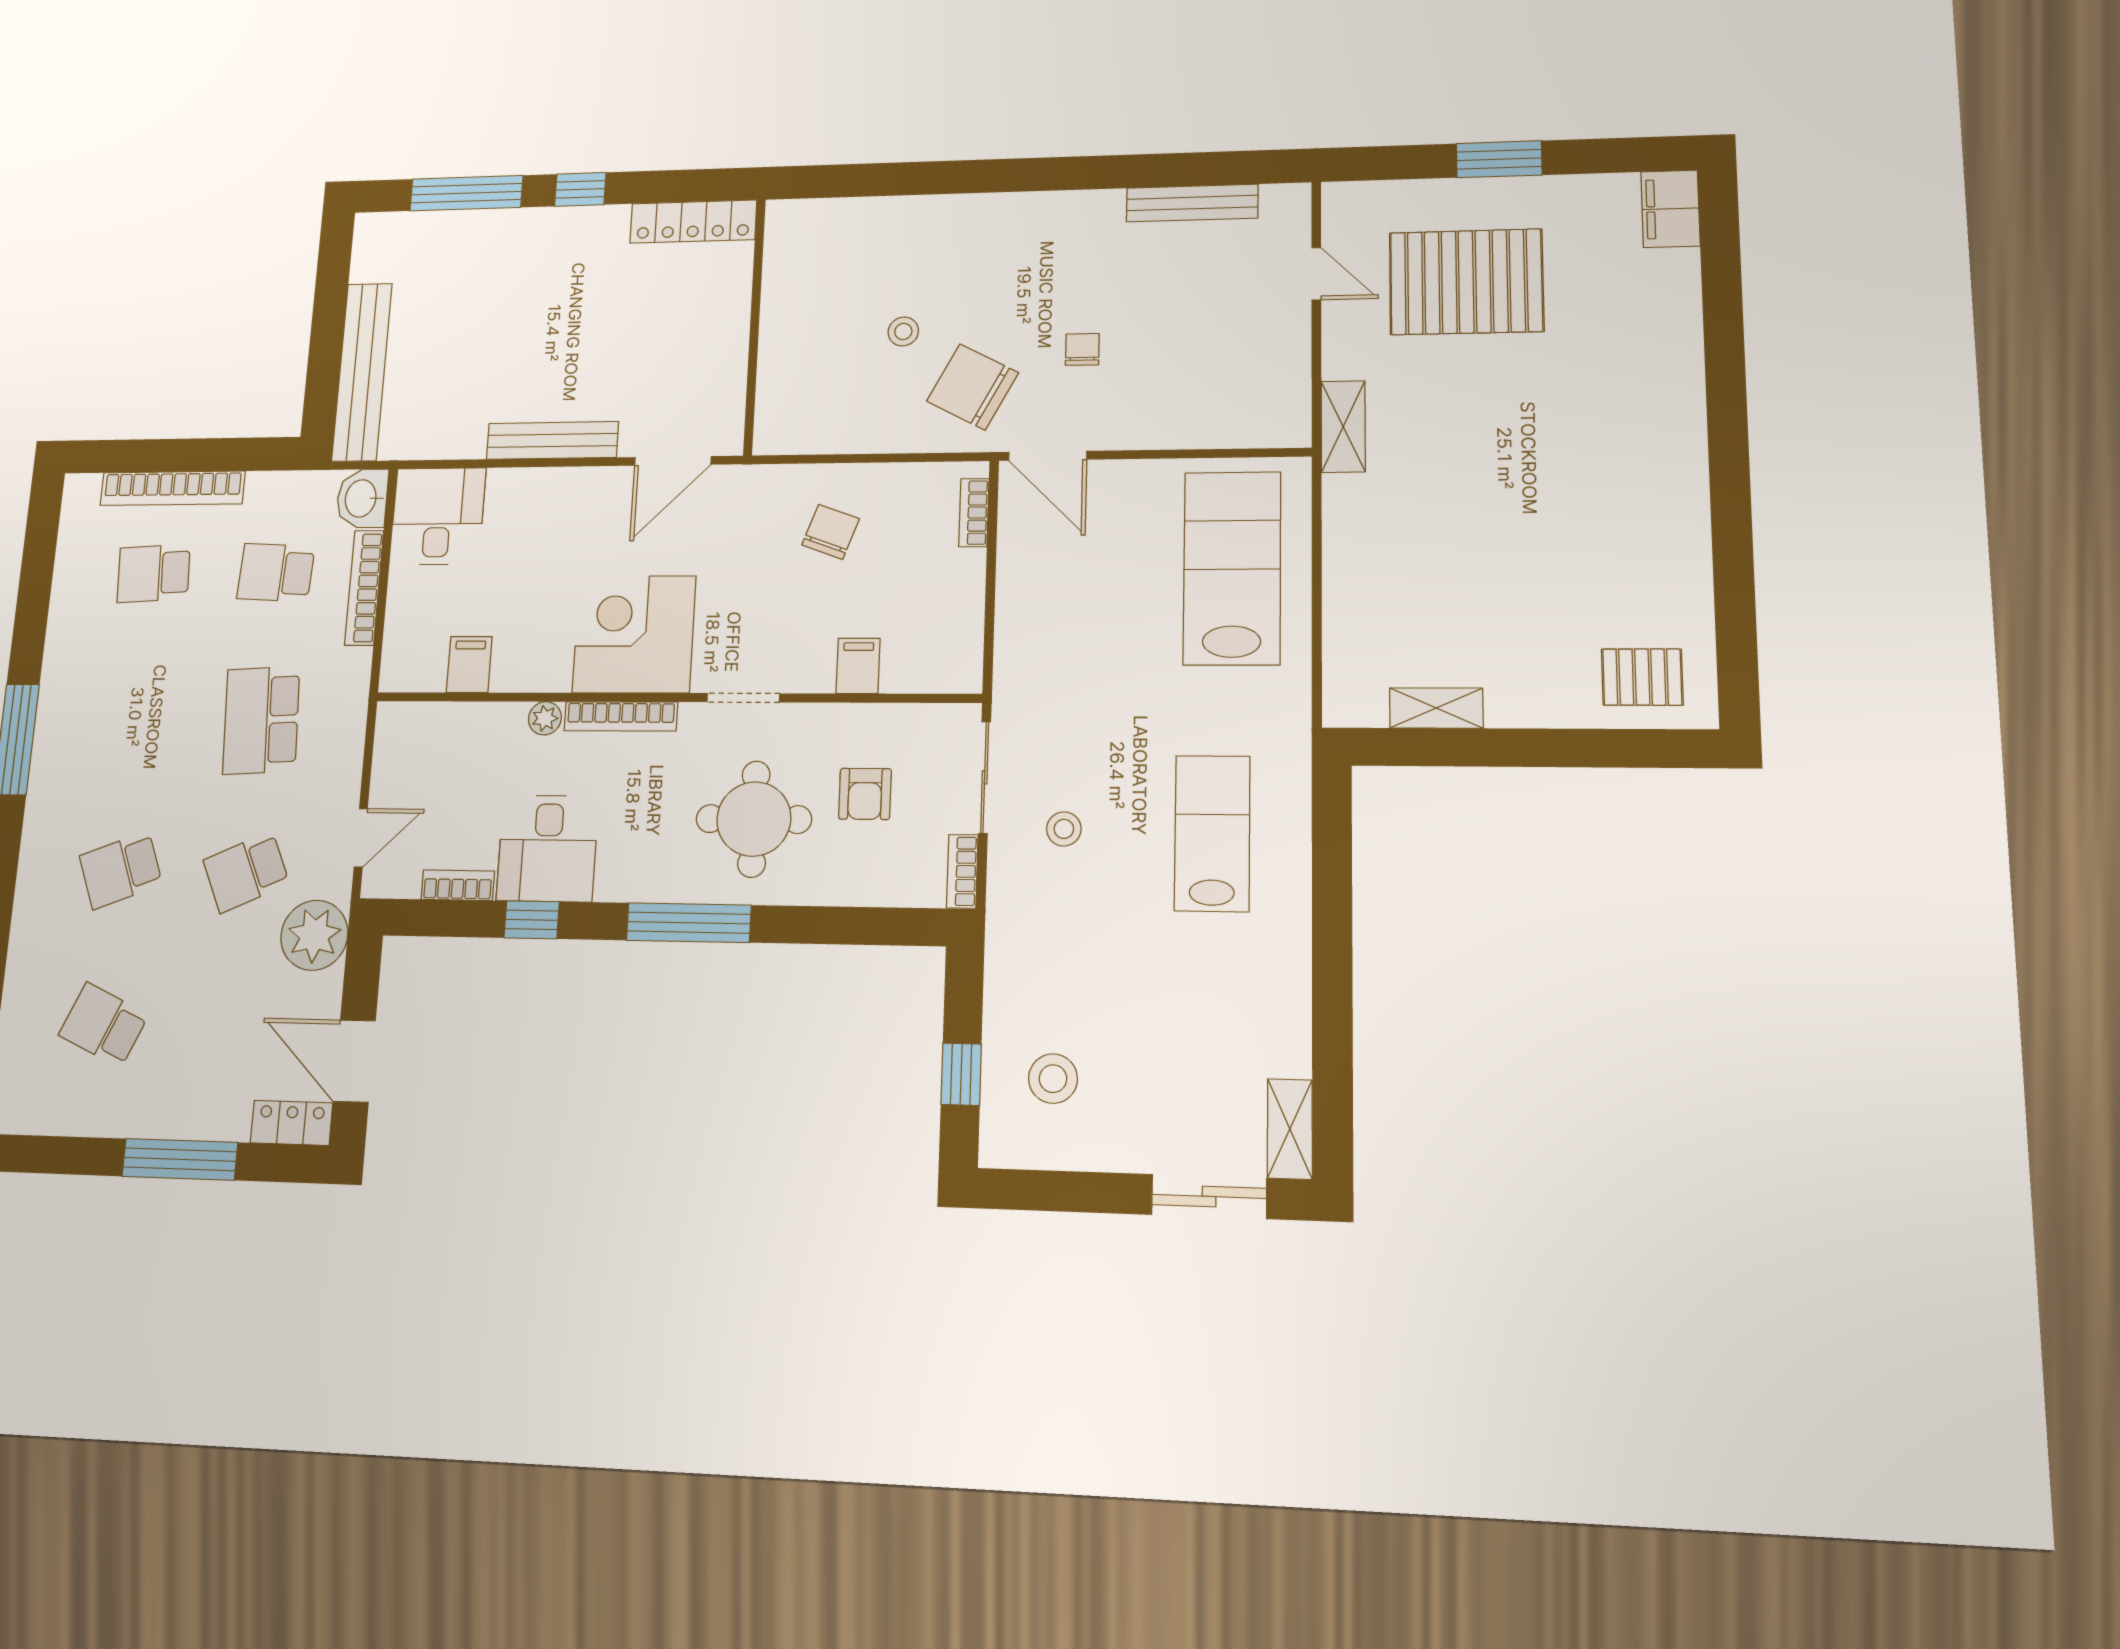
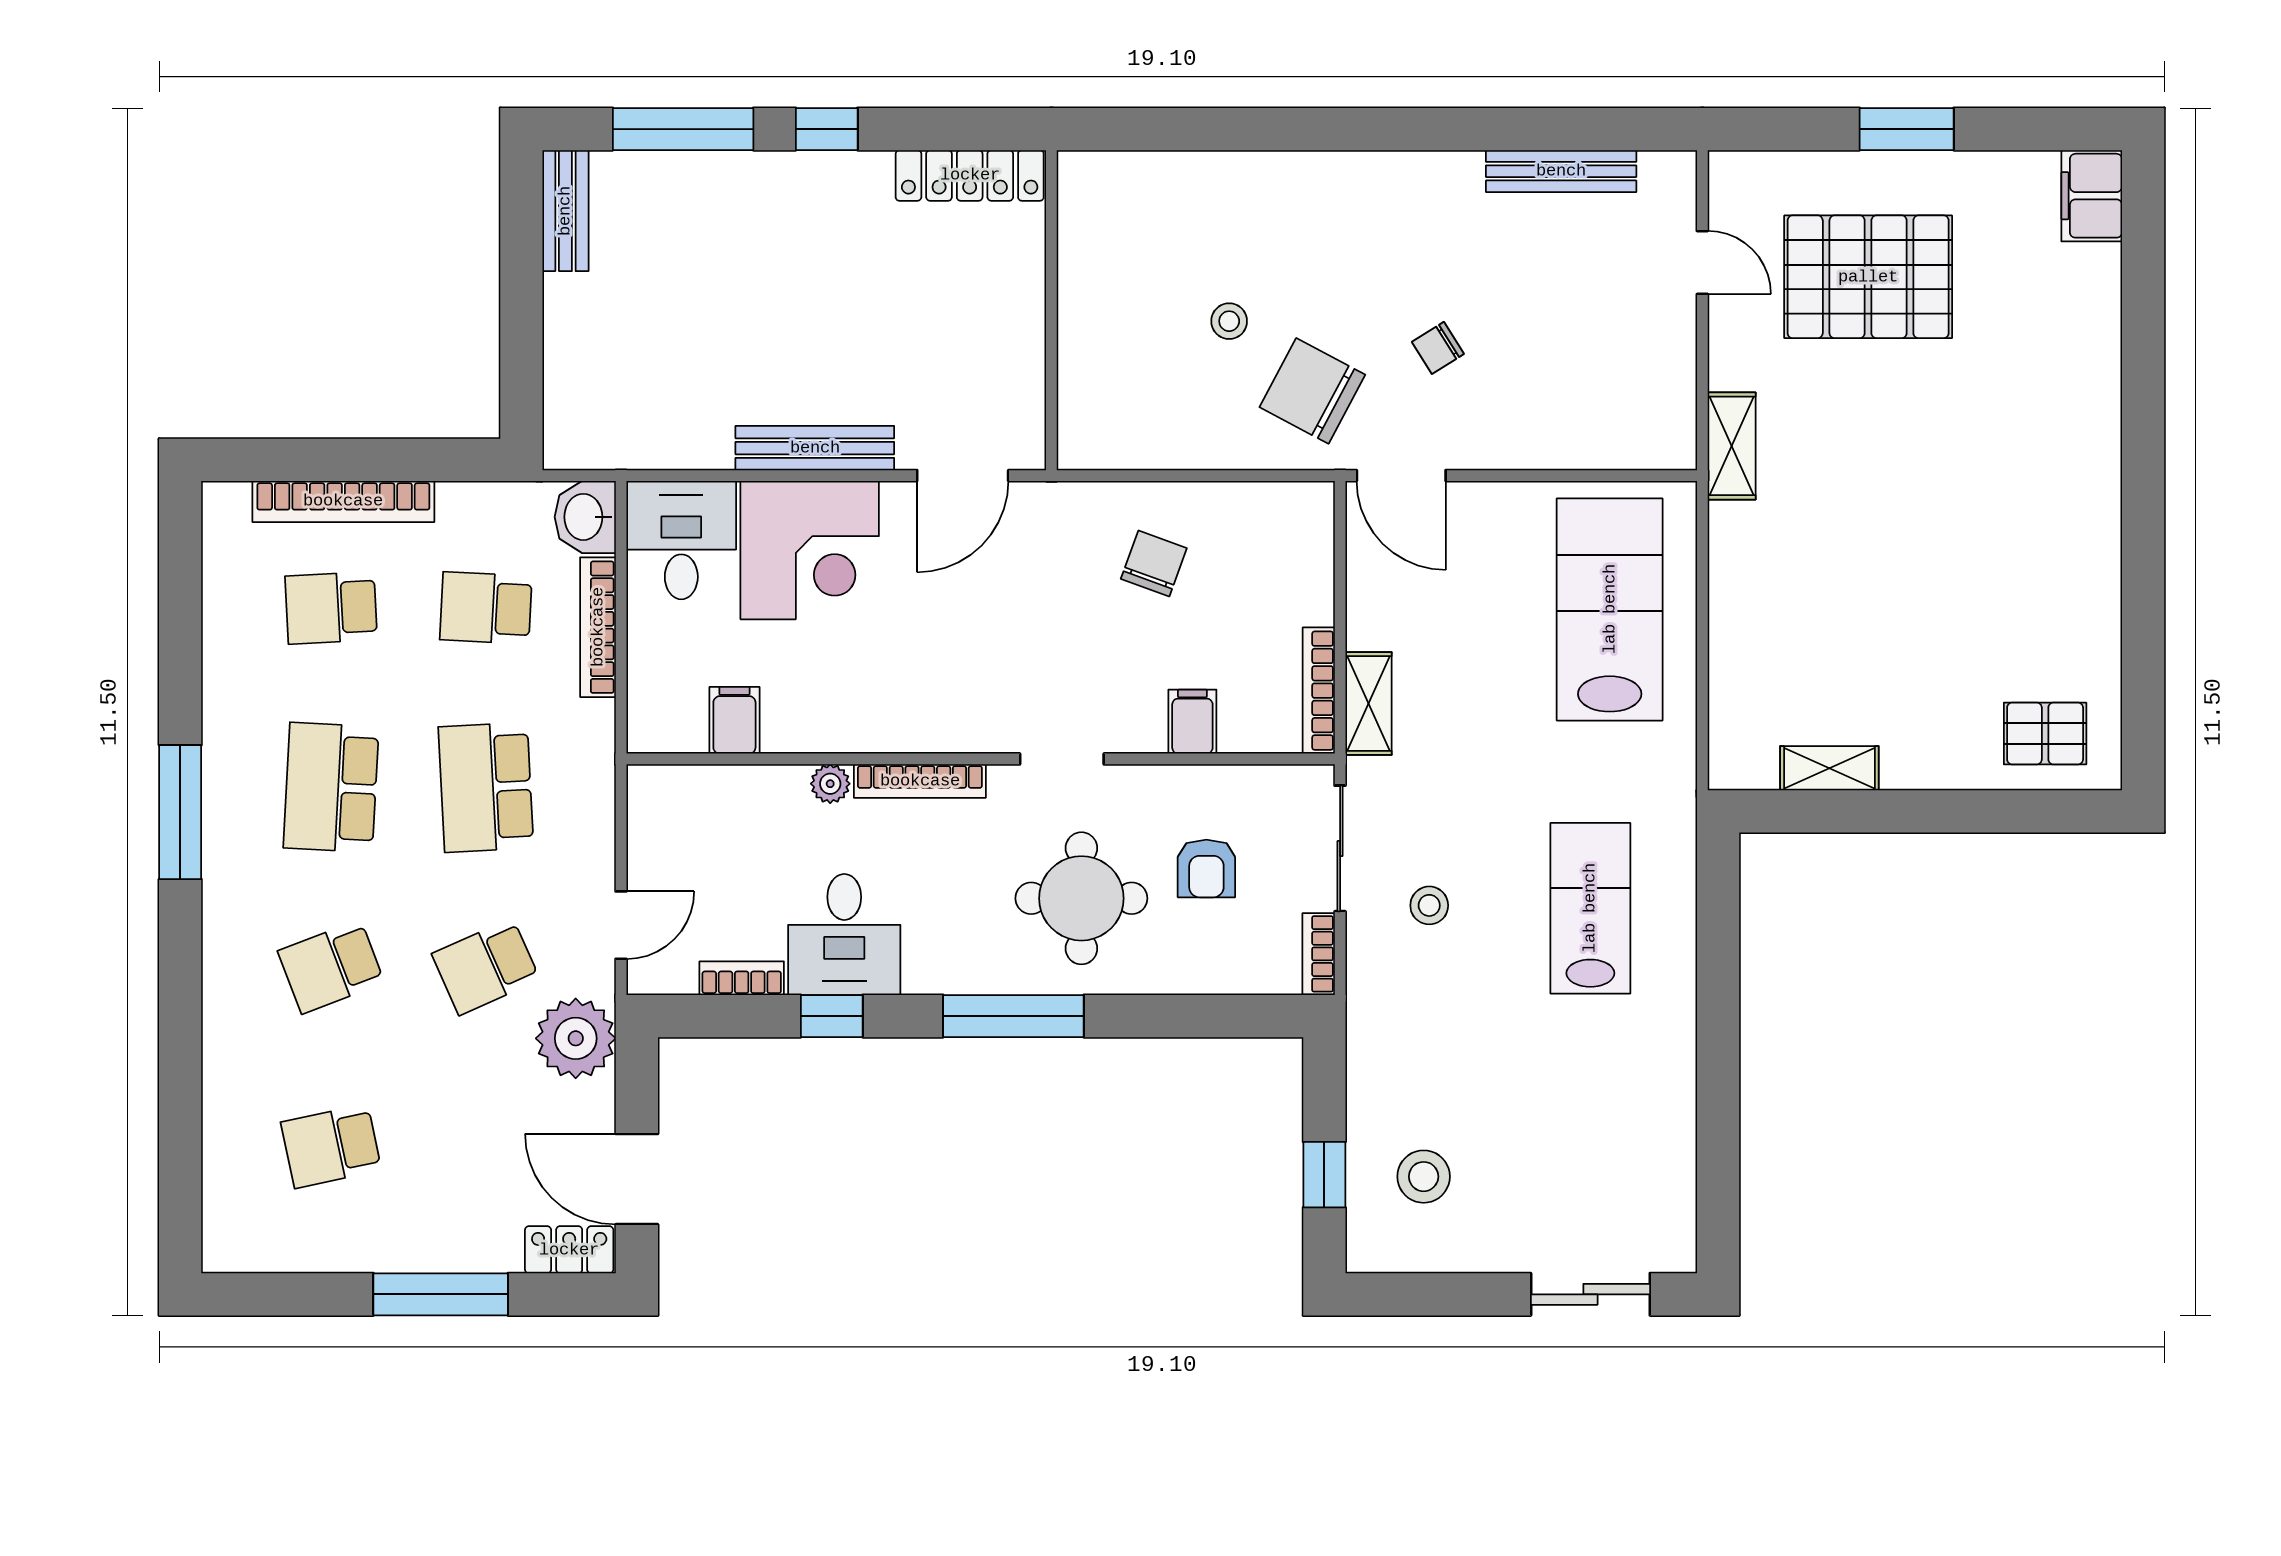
chair: (1082, 349) -> (1438, 348), turned -122
bench: (362, 372) -> (565, 211), moved, width x0.54, depth x0.82
bookcase: (974, 513) -> (1319, 691), moved, width x1.56
corner desk: (634, 634) -> (810, 550), moved, turned 180
school desk: (137, 720) -> (331, 787), added
school desk: (104, 1025) -> (331, 1146), turned -36
shelving: (1290, 1129) -> (1369, 704), moved

